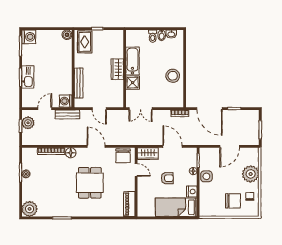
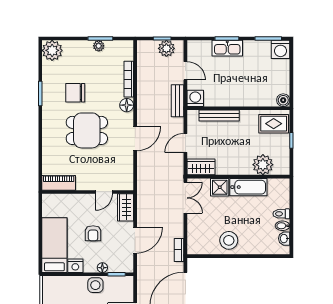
plant: (116, 50) -> (263, 165), added
wardrobe: (117, 69) -> (201, 167), moved
double door: (141, 109) -> (185, 198), swing flipped
chair: (123, 156) -> (75, 93), moved

